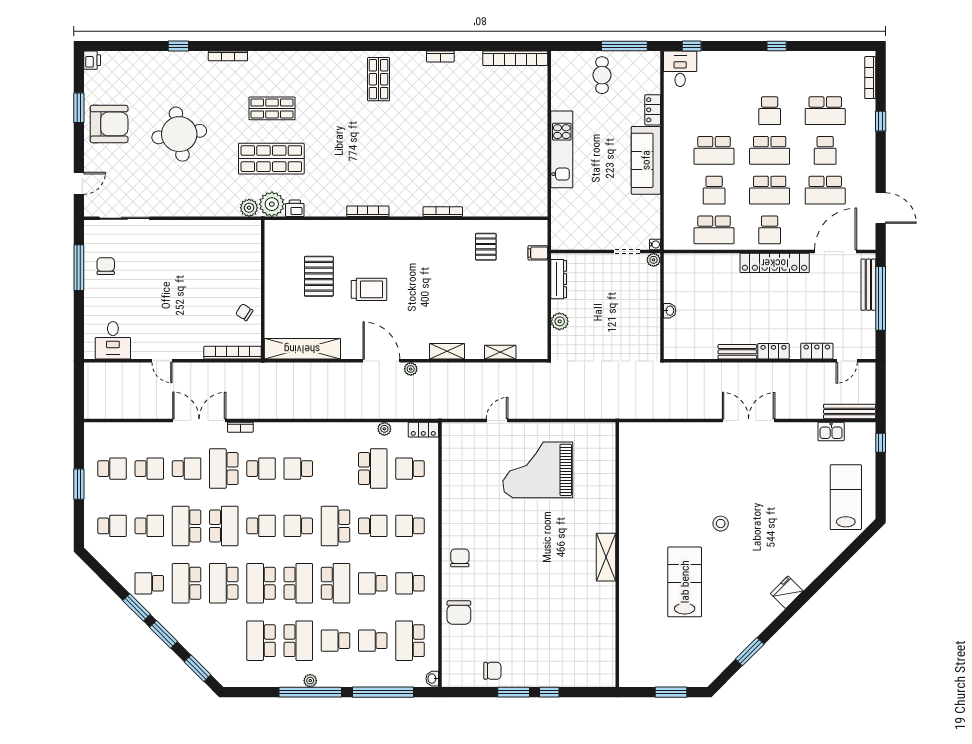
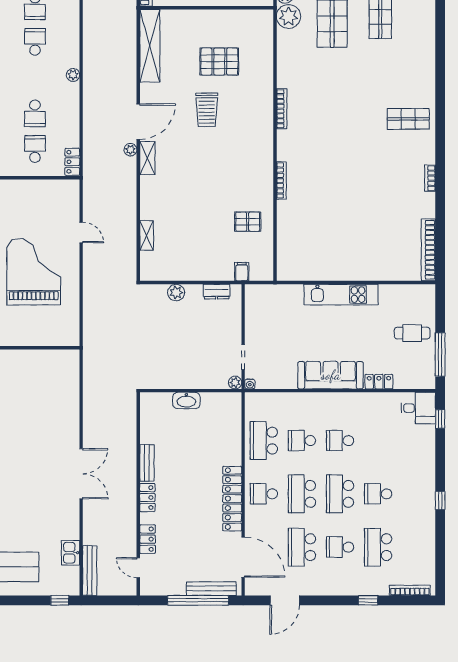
school desk: (714, 150) -> (340, 441), width x0.54
printer: (295, 208) -> (284, 39), removed
dresser: (559, 279) -> (217, 292), width x0.70
washbasin: (670, 311) -> (186, 400), width x1.91, depth x1.45
shelving: (447, 351) -> (147, 158), moved
plant: (384, 429) -> (73, 75), moved
school desk: (373, 469) -> (35, 113), width x0.54

